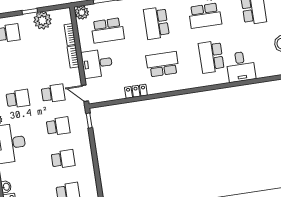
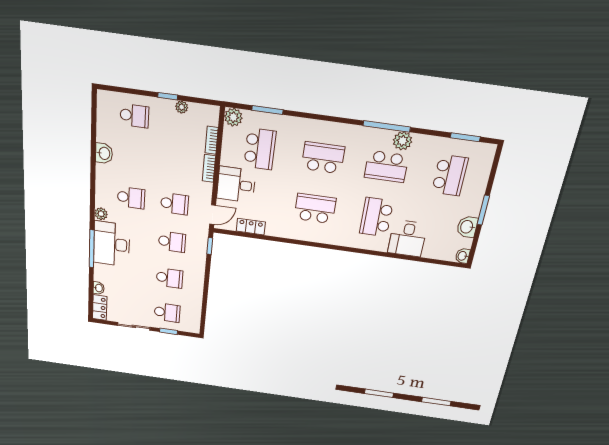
plant: (43, 20) -> (182, 107), width x0.53, depth x0.53
school desk: (156, 23) -> (323, 158), turned 90
school desk: (108, 30) -> (260, 149), turned -90
locker: (136, 91) -> (251, 227), moved
door: (85, 93) -> (213, 215), swing flipped

